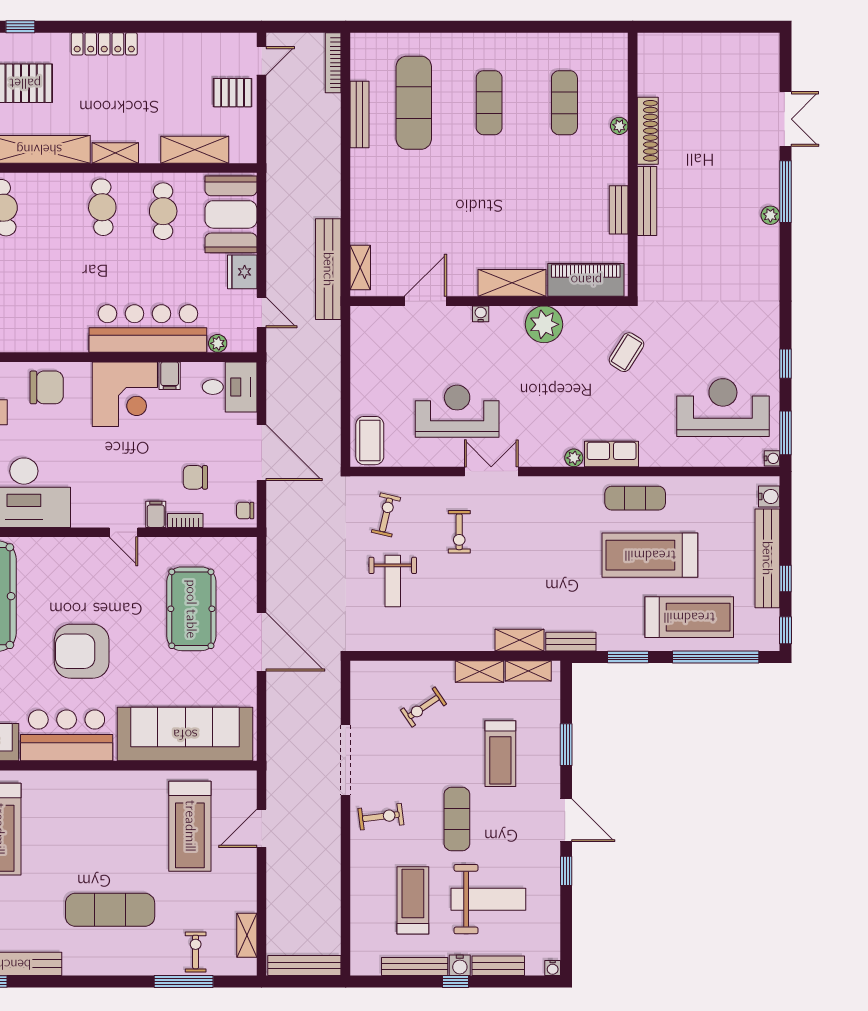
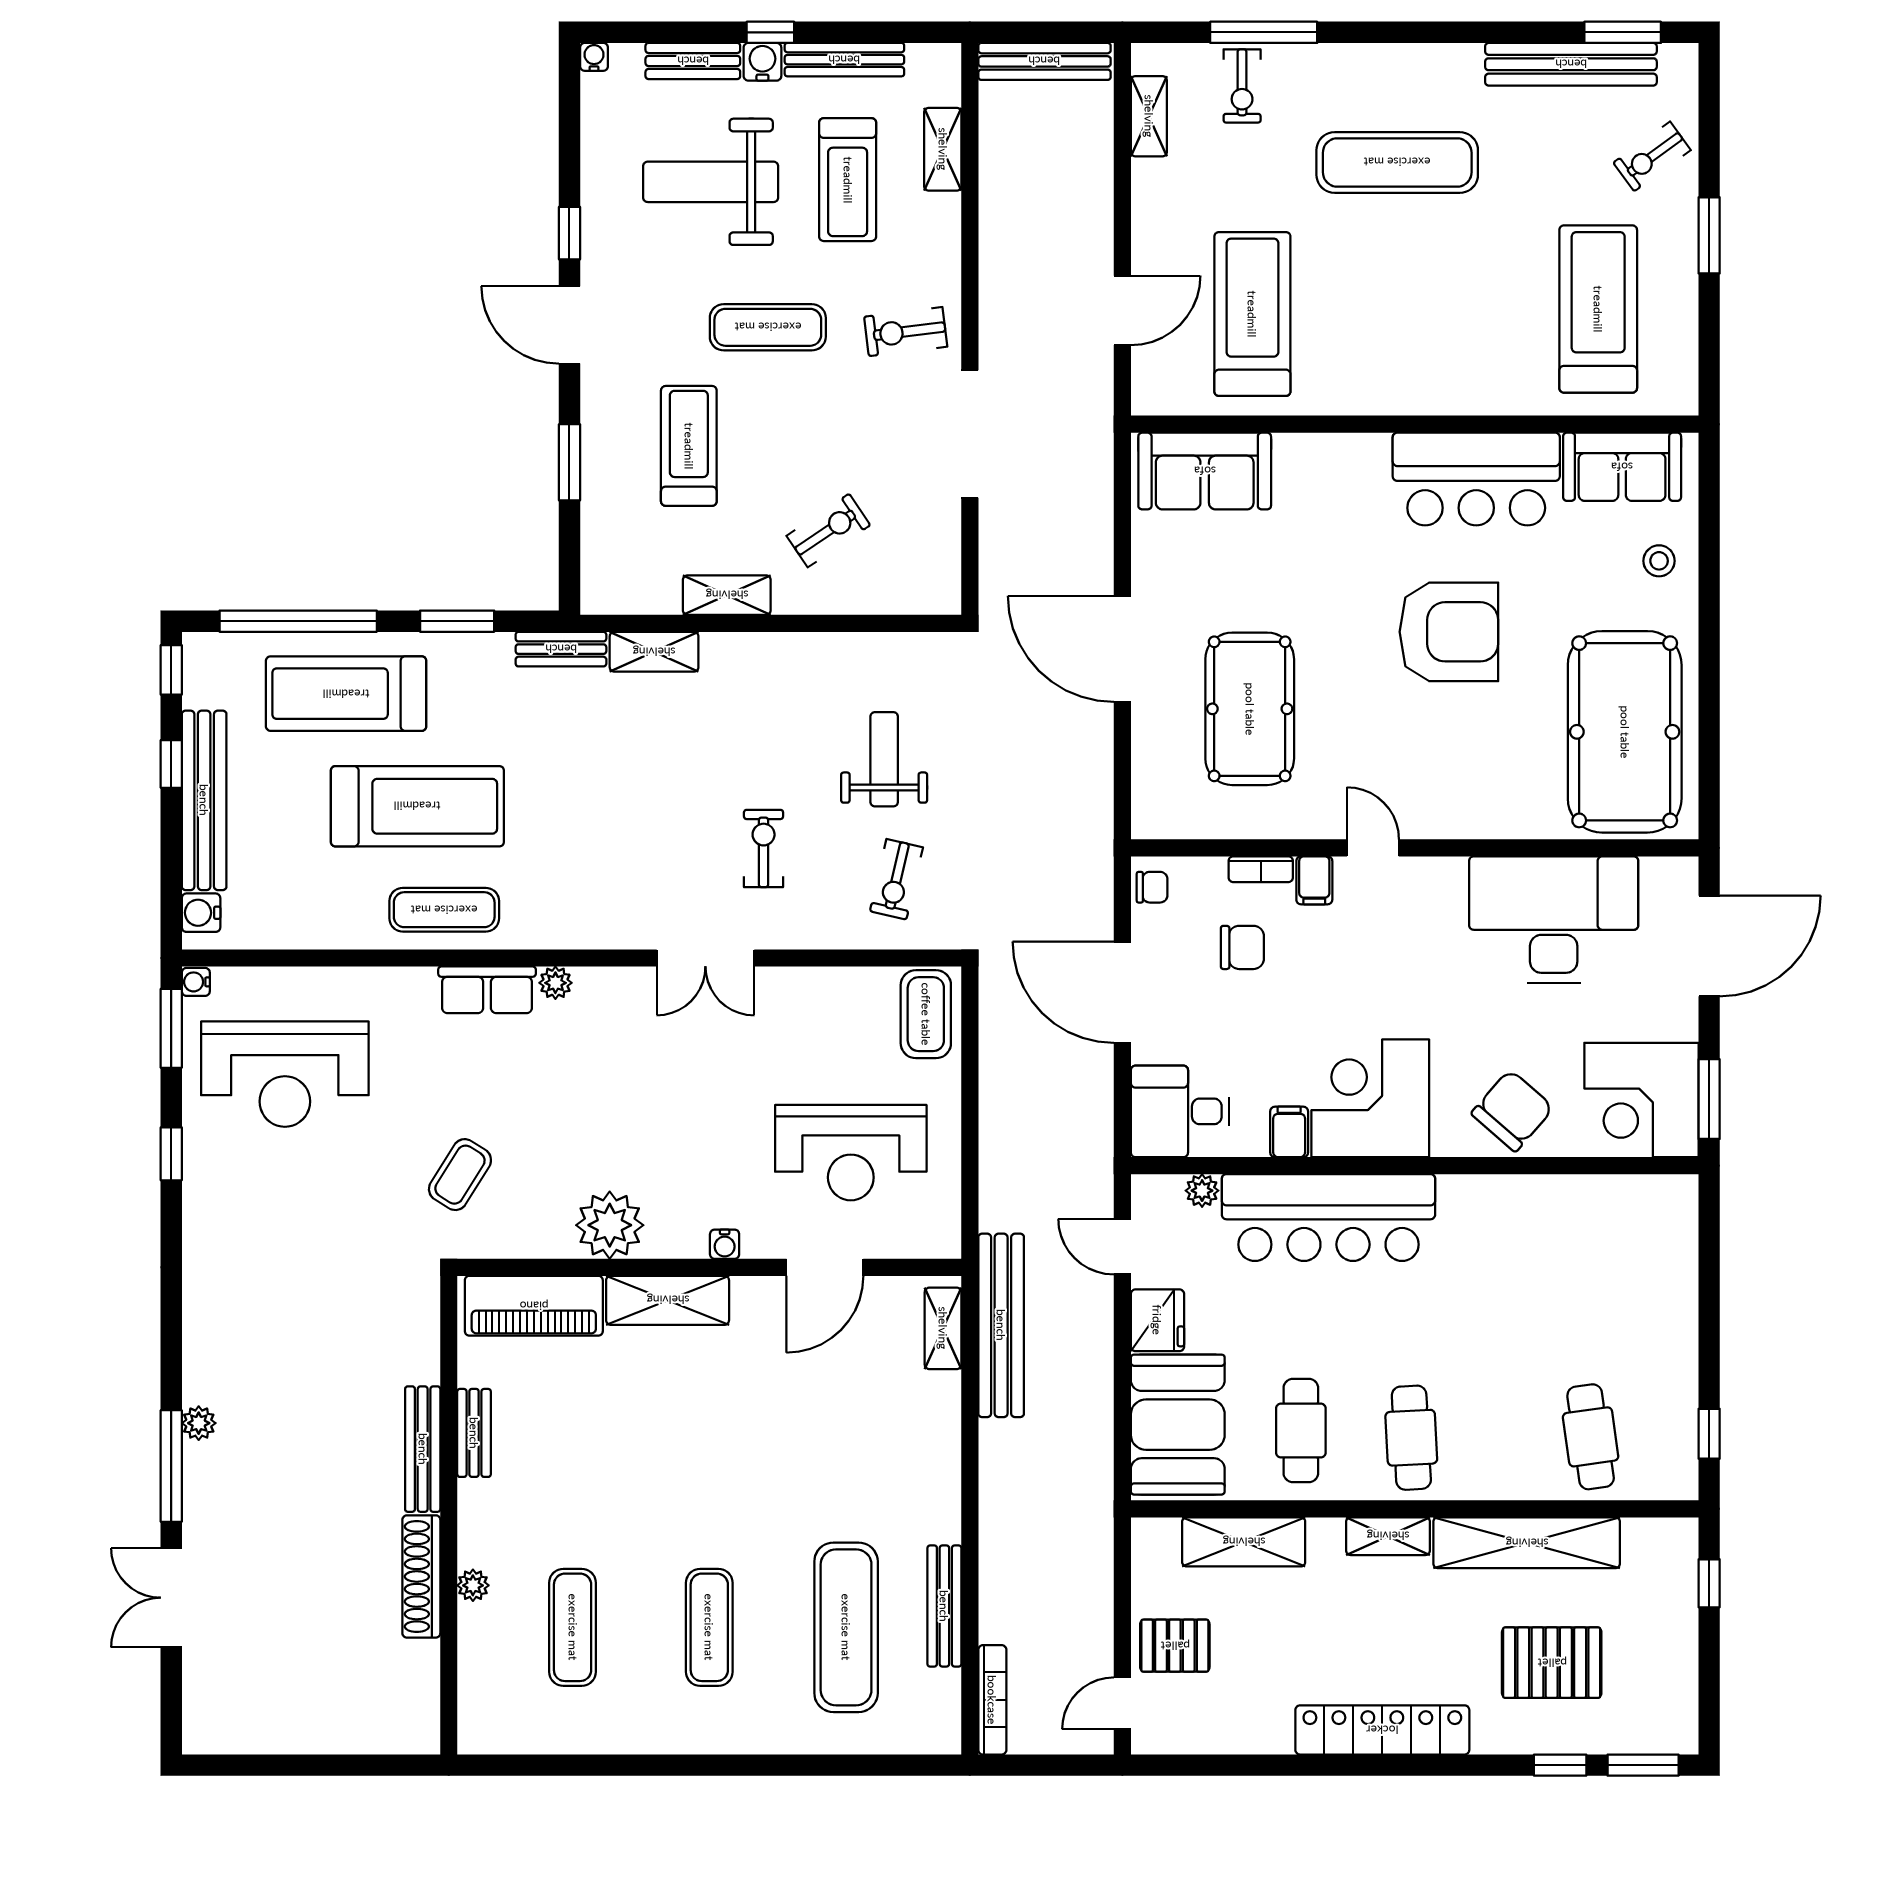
locker: (104, 44) -> (1382, 1730), width x1.41, depth x1.21
chair: (47, 387) -> (1512, 1111), turned 131
reception desk: (457, 411) -> (851, 1153), moved
shelving: (528, 671) -> (943, 149), moved, turned 90
sofa: (185, 734) -> (1205, 471), width x0.54, depth x0.79
exercise mat: (457, 819) -> (768, 327), turned 90

